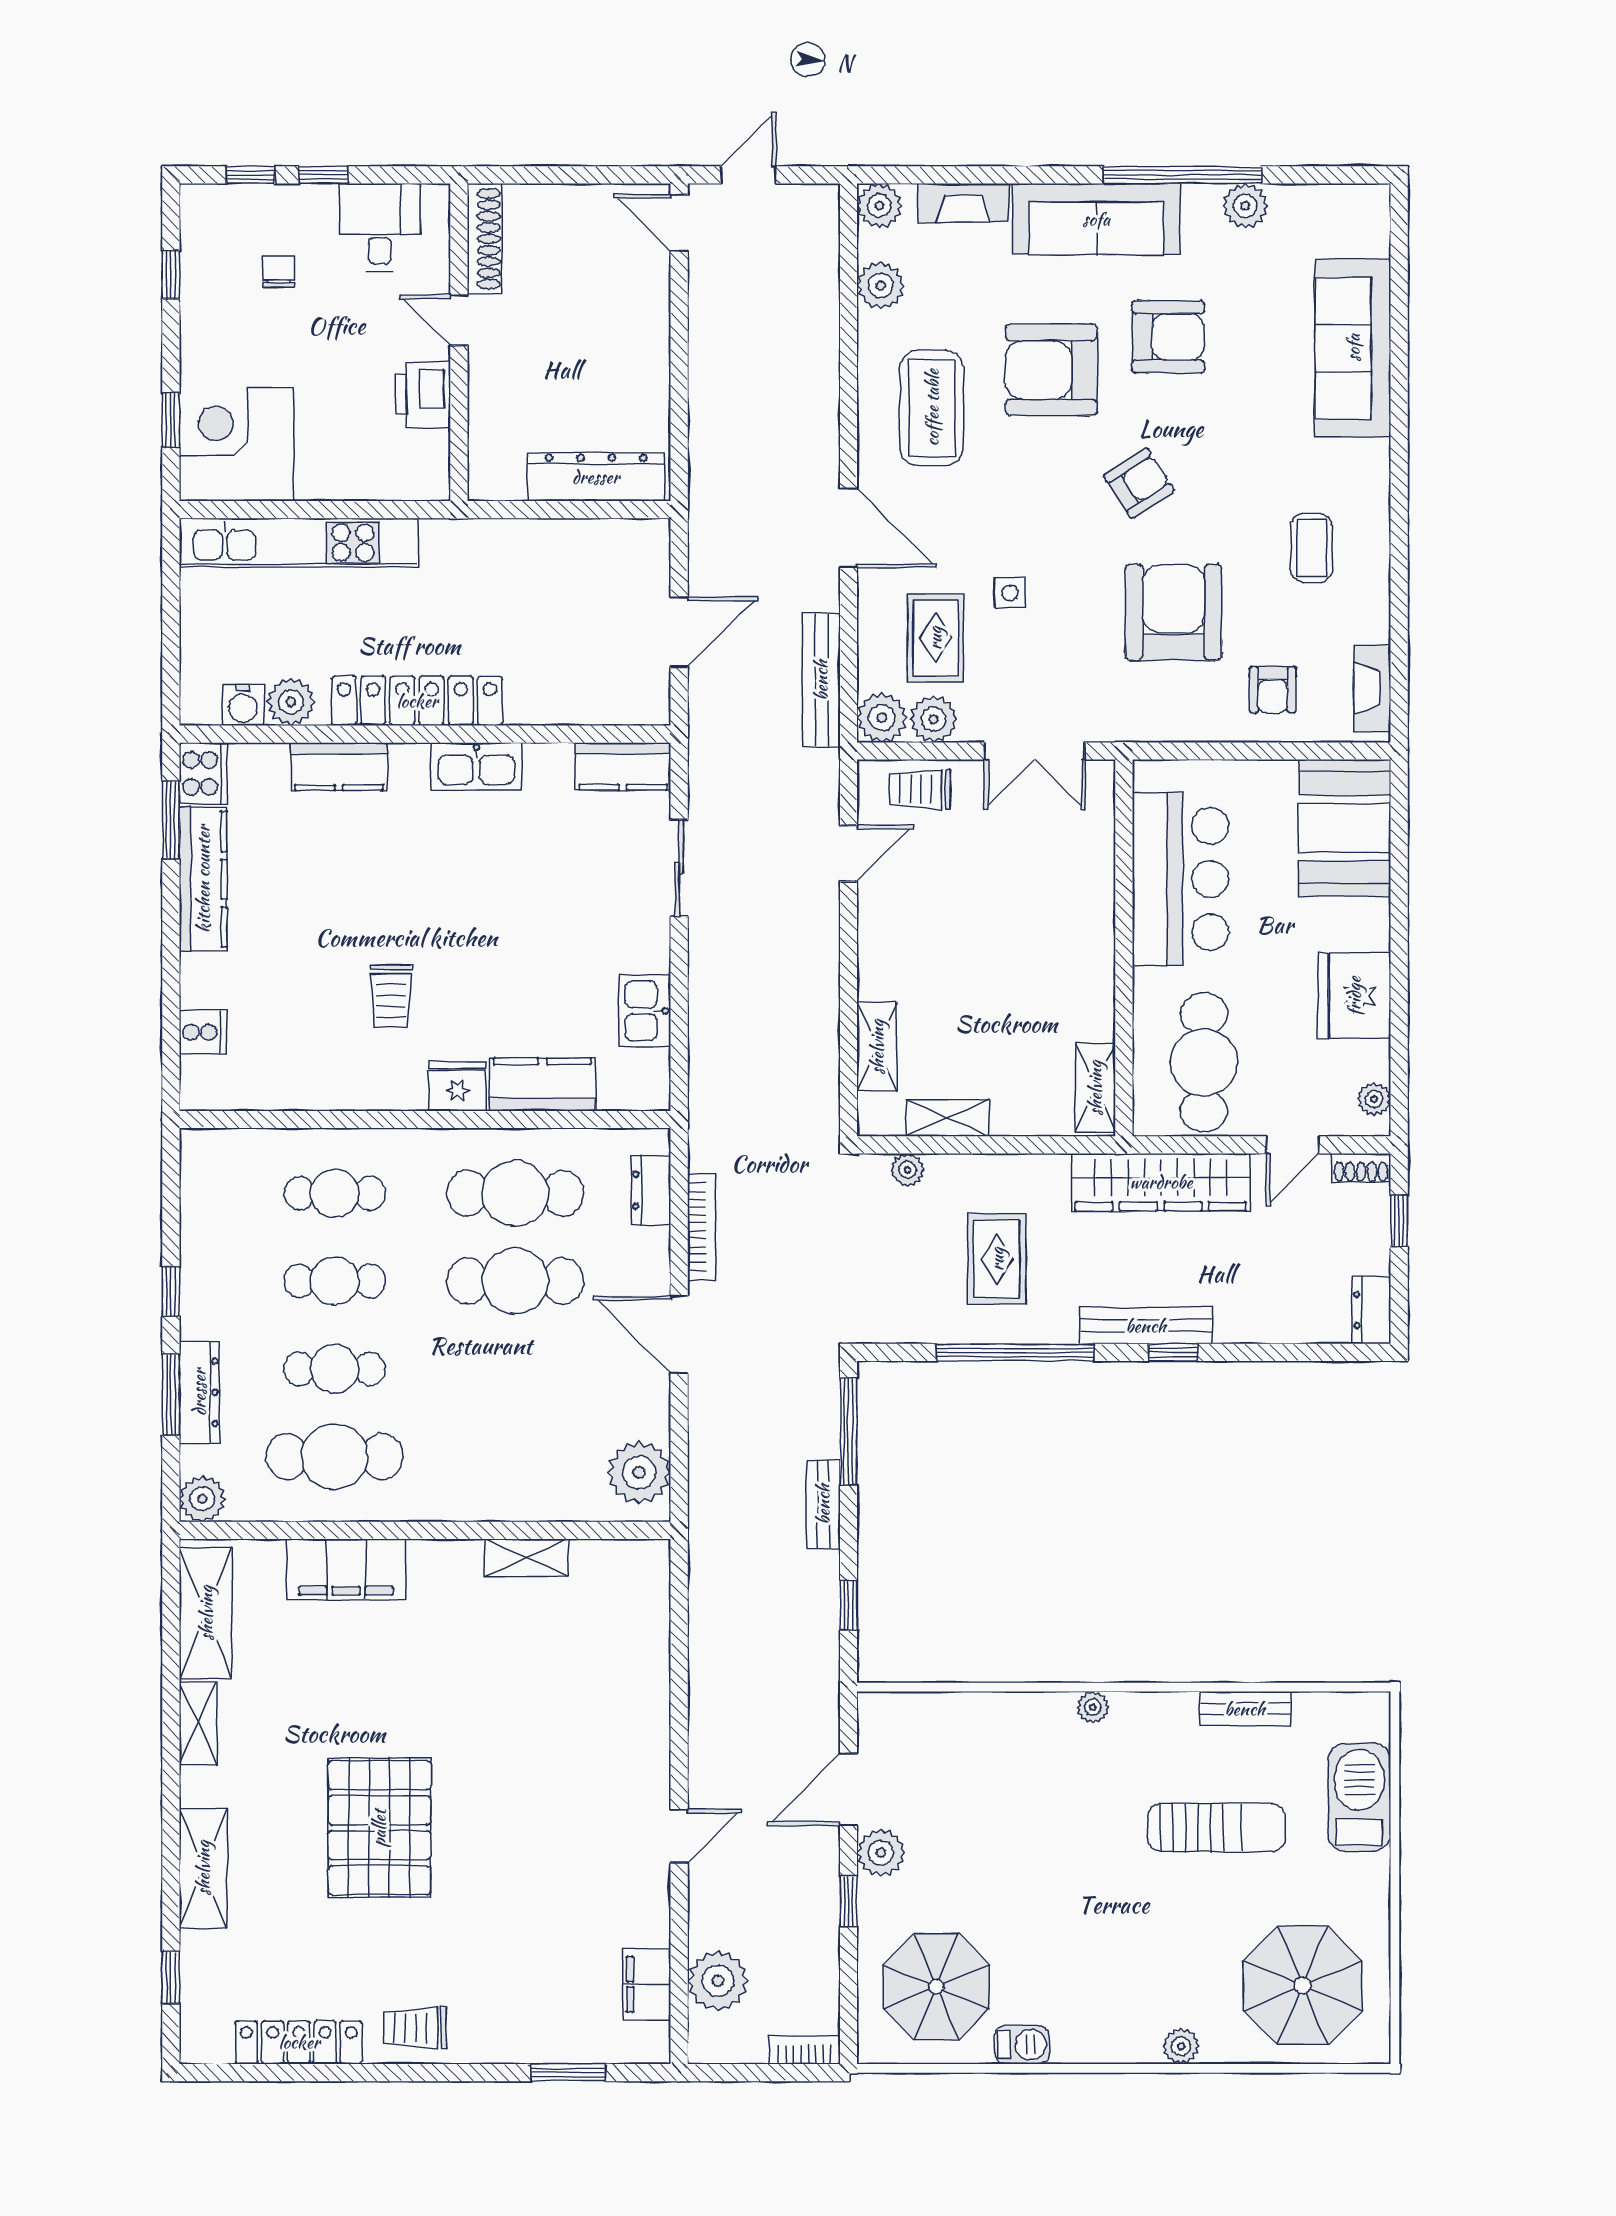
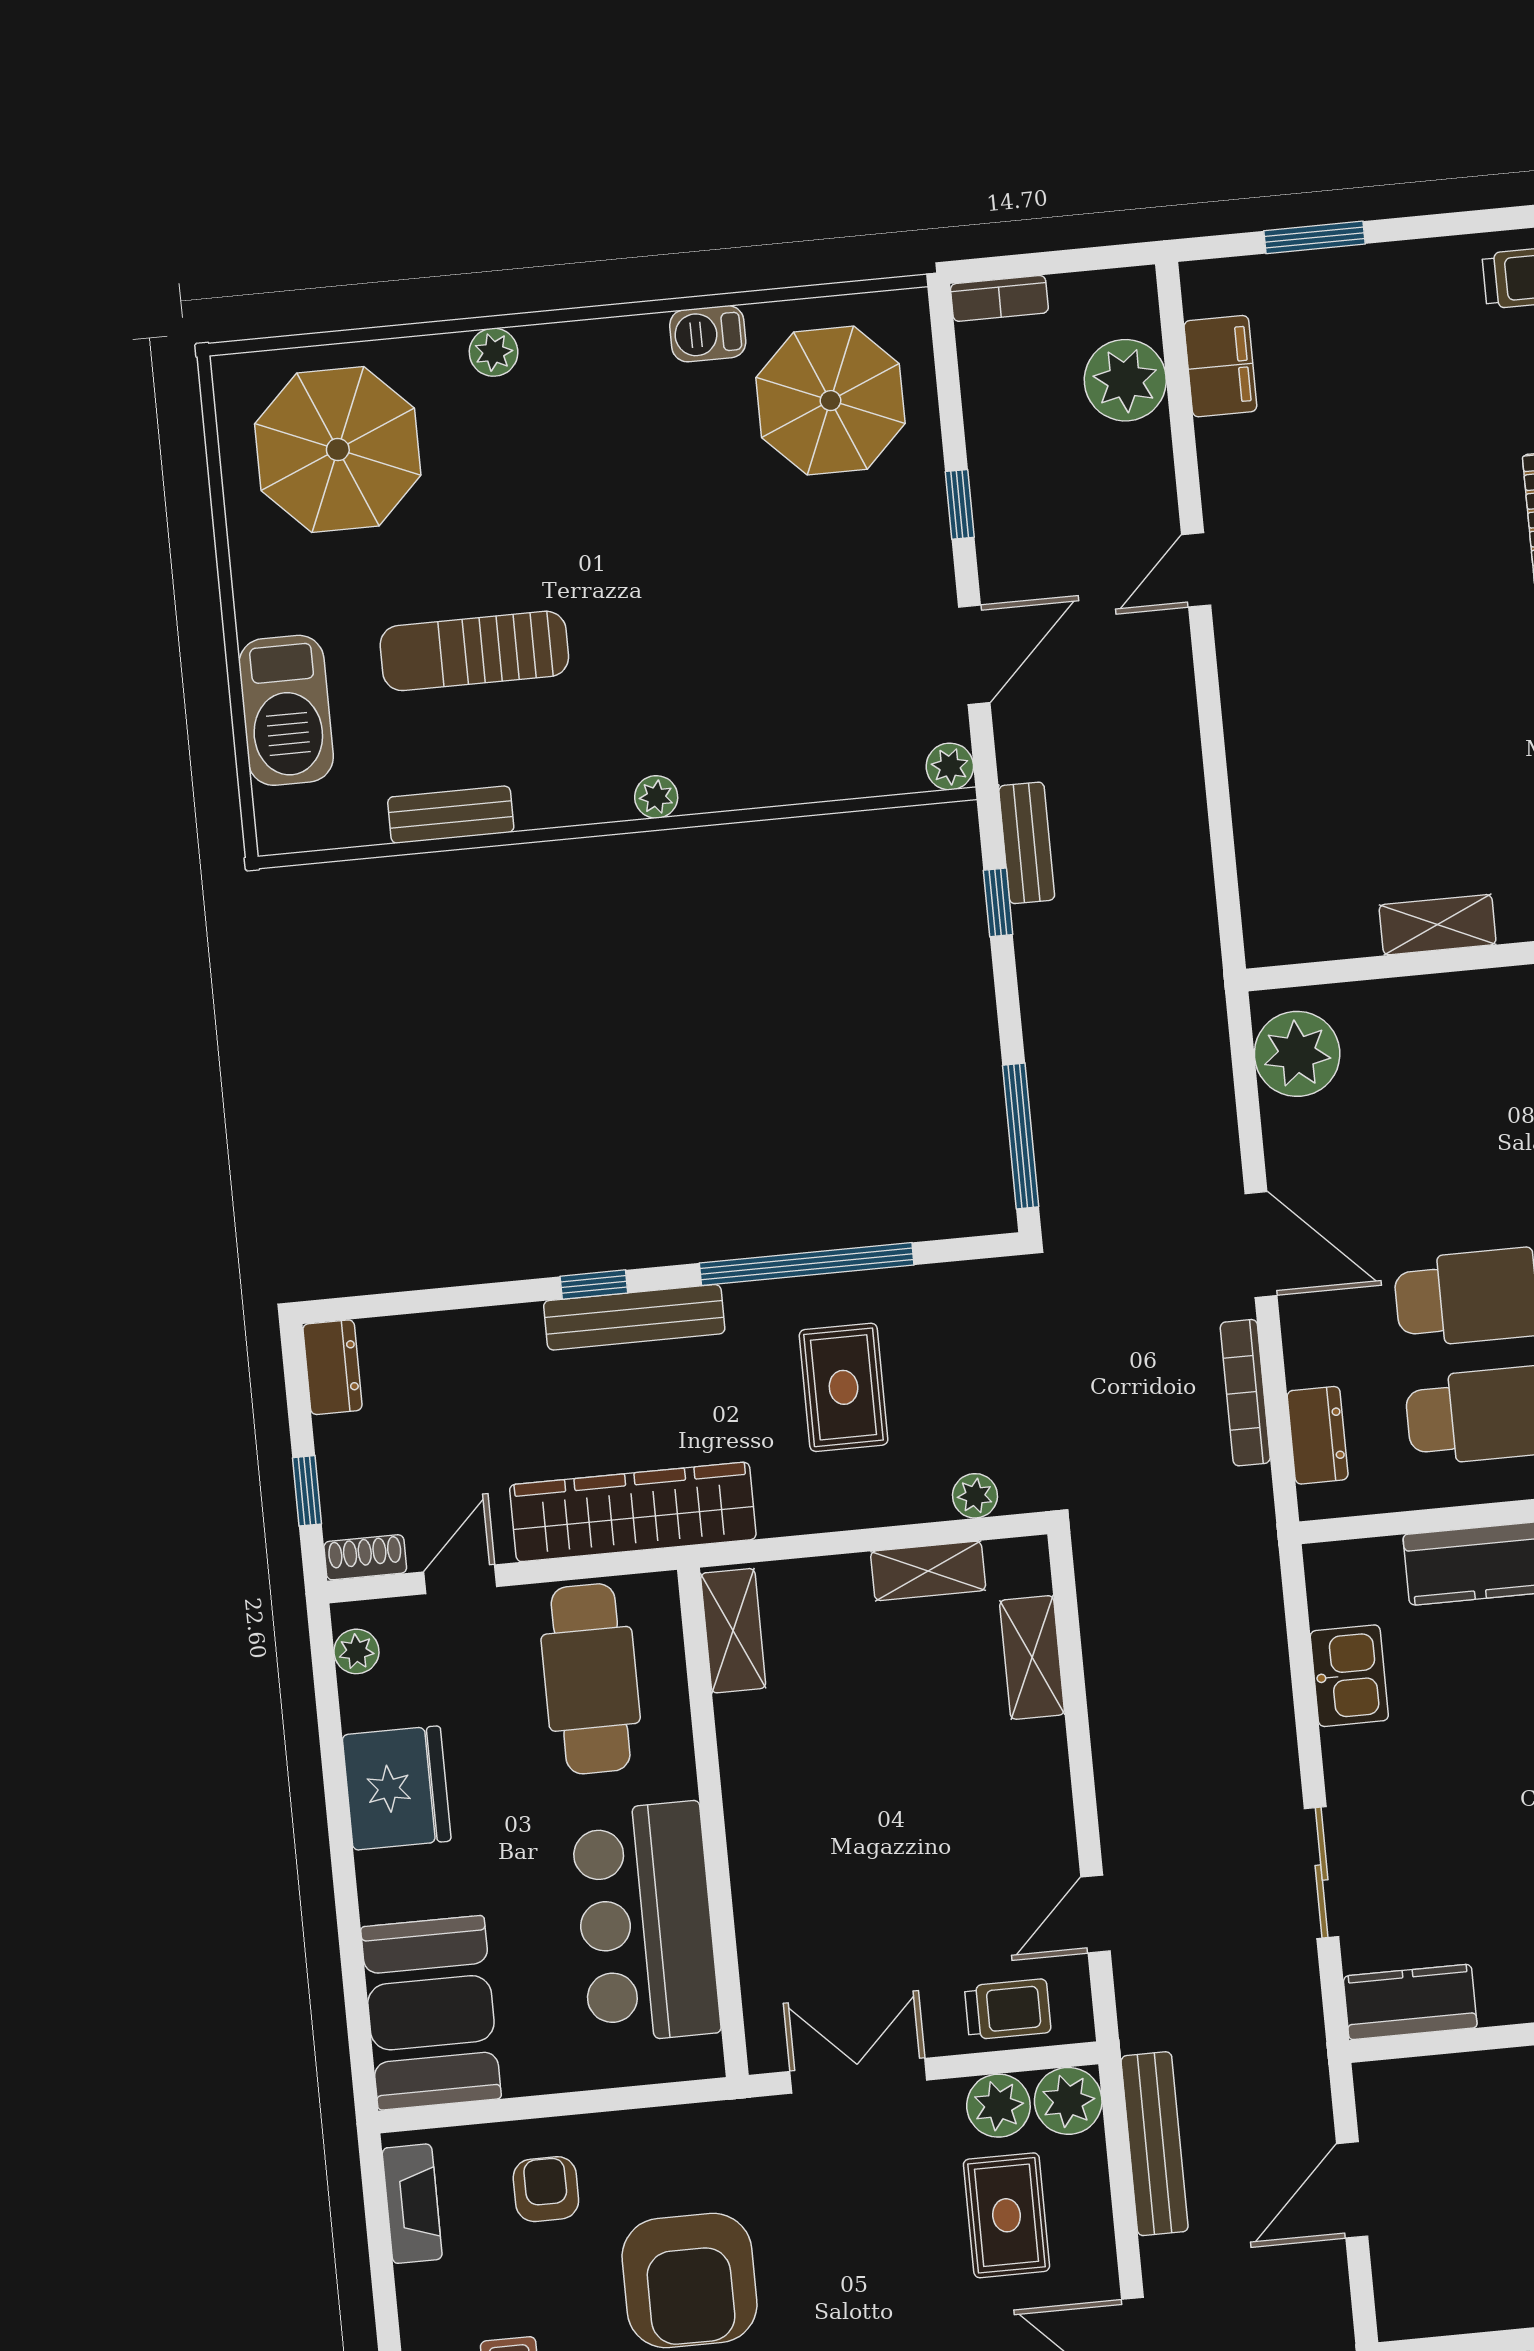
side table: (1010, 593) -> (912, 2285), removed
bench: (823, 1504) -> (1027, 843), moved
plant: (881, 1853) -> (950, 767), moved, width x0.73, depth x0.73

